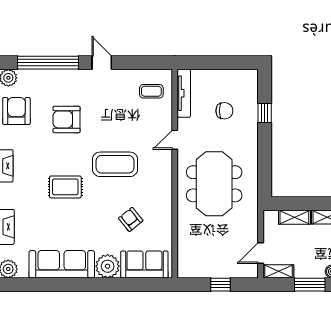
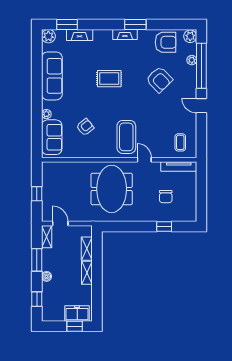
door: (102, 63) -> (201, 106), swing flipped
plant: (40, 76) -> (192, 60), added
armchair: (67, 119) -> (159, 79), turned 136
coffee table: (115, 164) -> (126, 137), moved
meeting table: (214, 184) -> (112, 189), turned 90
rug: (65, 187) -> (109, 79), turned 90
plant: (108, 266) -> (46, 114), width x0.53, depth x0.53

